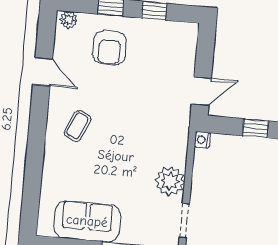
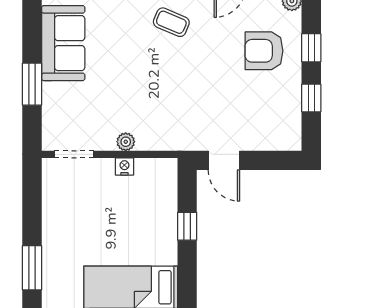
nightstand: (202, 140) -> (124, 167), moved
plant: (170, 181) -> (126, 142), width x0.53, depth x0.53

